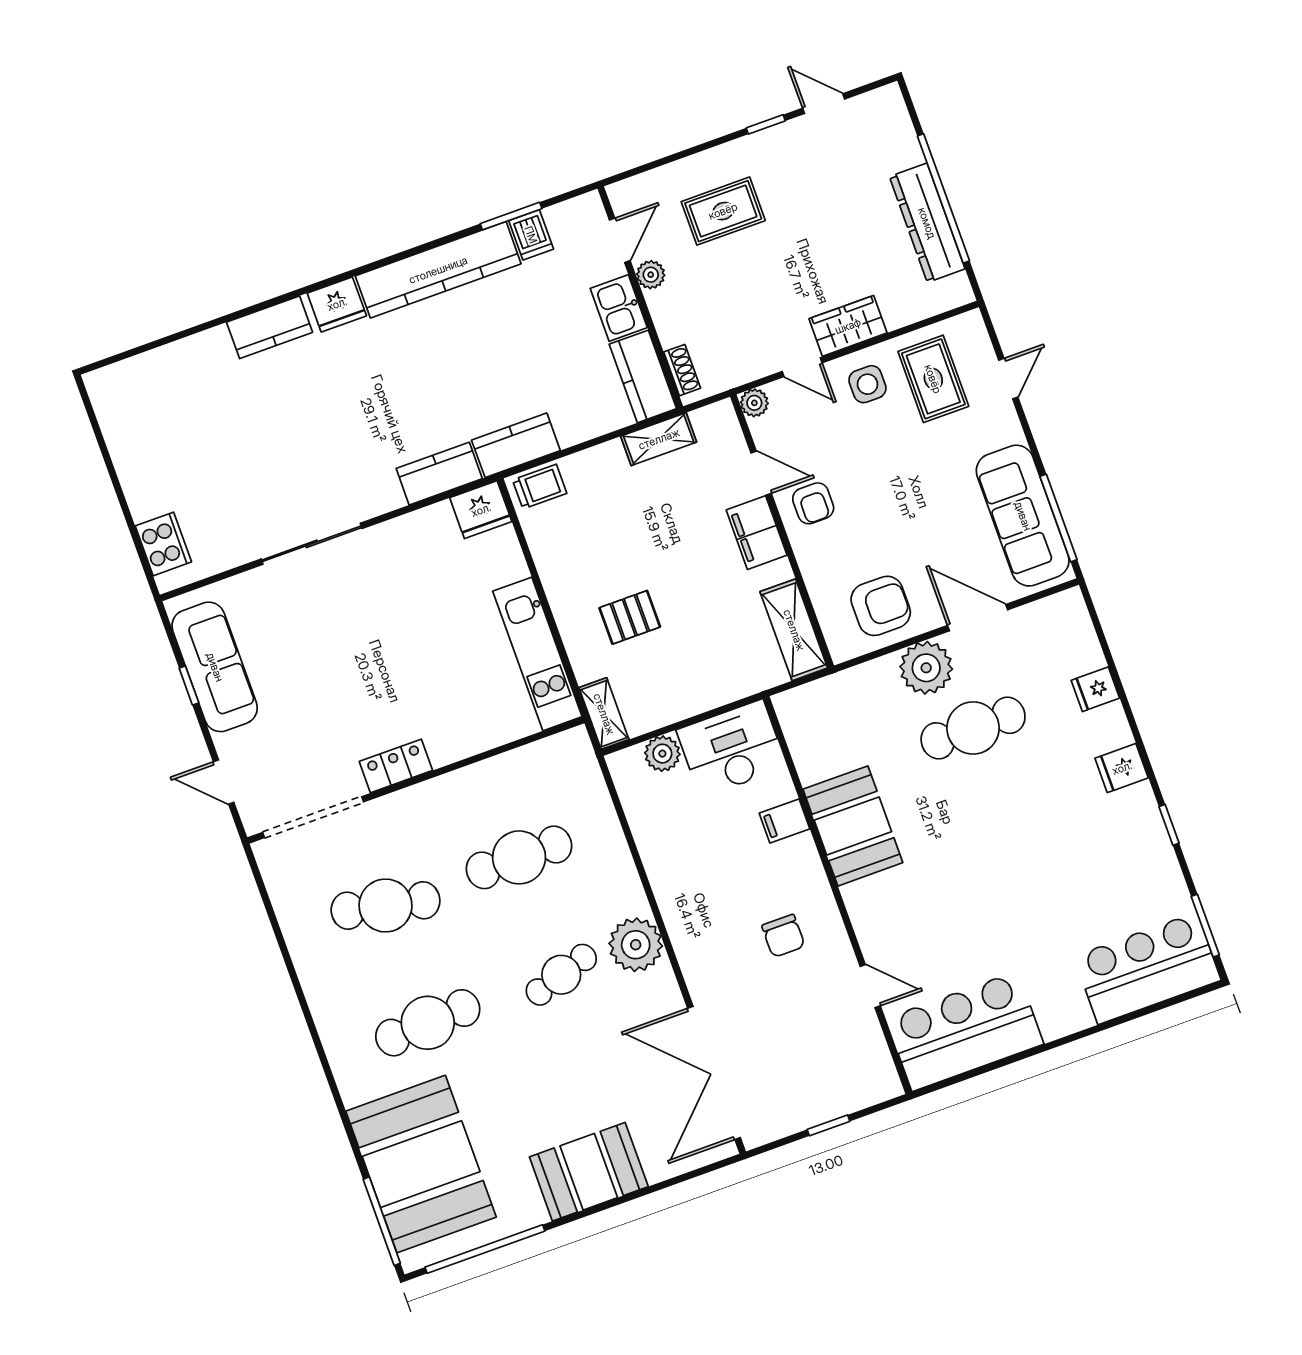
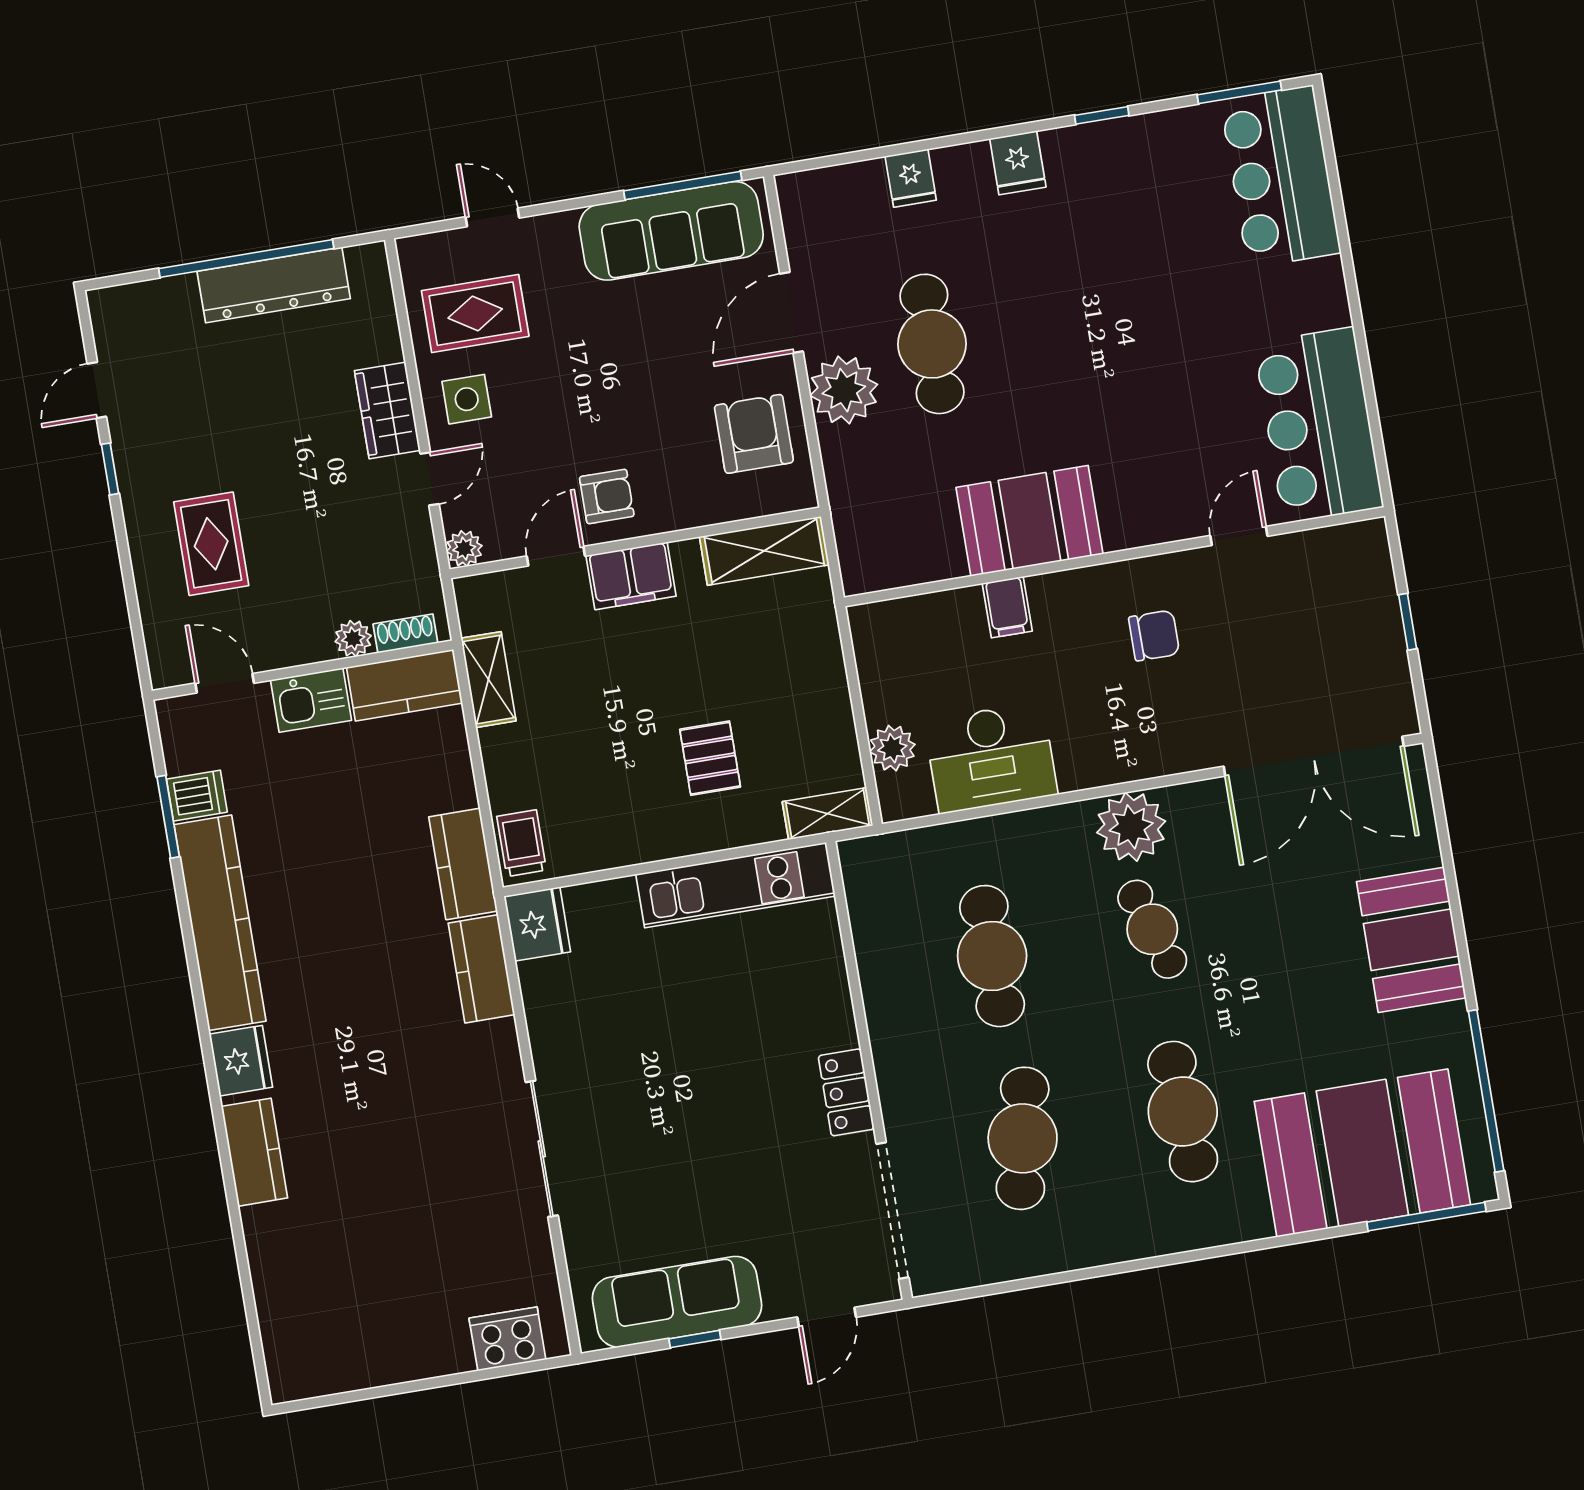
plant: (651, 275) -> (353, 639), moved
desk: (732, 748) -> (991, 758), moved, turned -90

